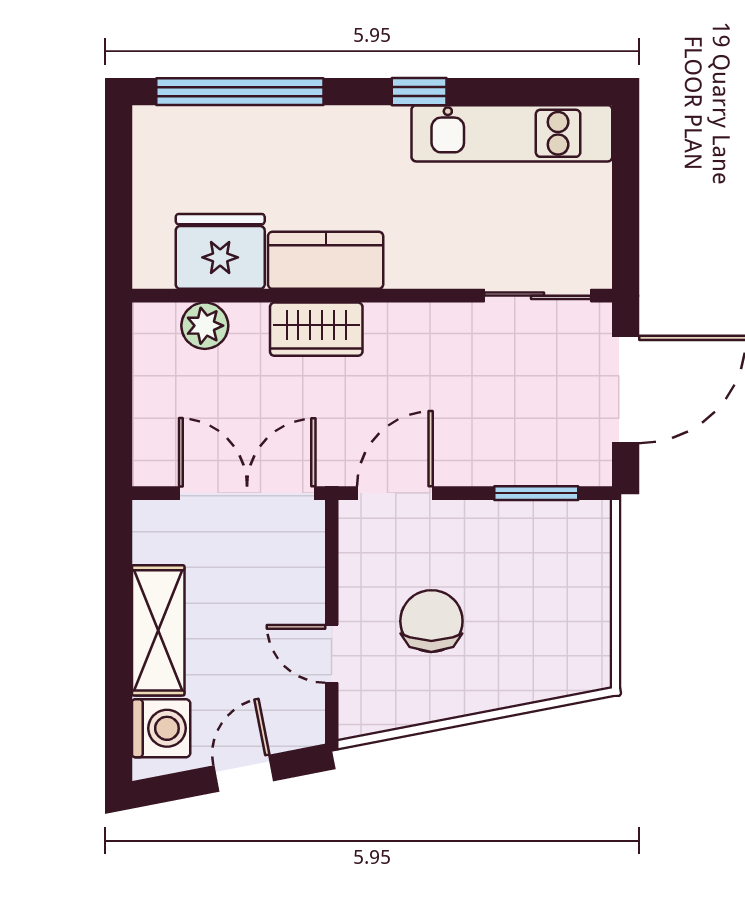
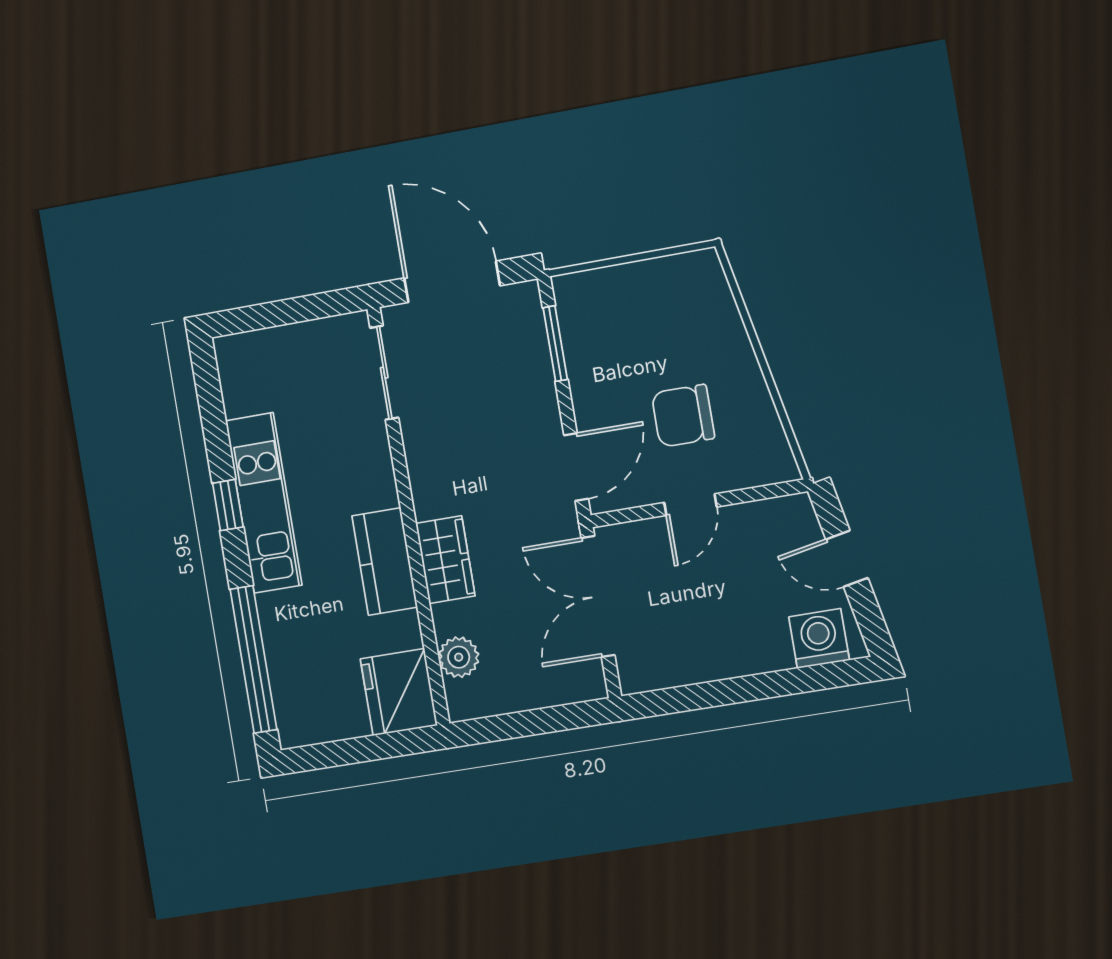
kitchen unit: (512, 133) -> (264, 503), moved
fridge: (220, 251) -> (399, 692), moved
door: (395, 493) -> (576, 467), swing flipped
shelving: (158, 630) -> (732, 655), removed
door: (332, 654) -> (690, 505), moved

